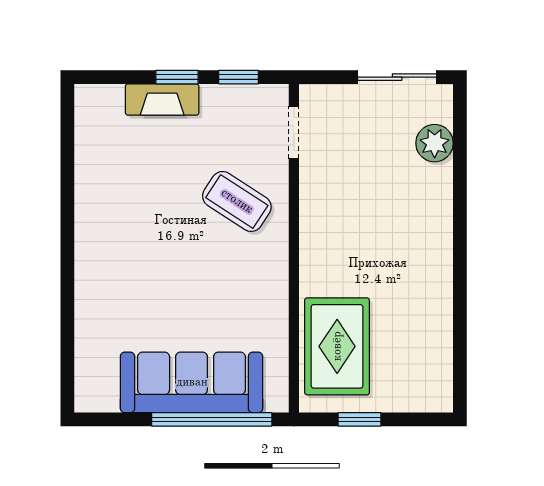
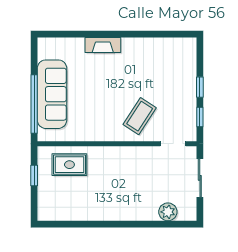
sliding door: (397, 77) -> (200, 178), moved
fireplace: (162, 100) -> (103, 45), moved, turned -90
rug: (337, 346) -> (69, 165), width x0.73, depth x0.70

